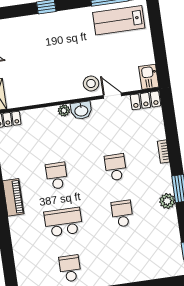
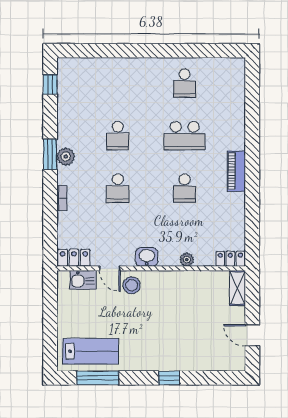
kitchen sink: (149, 77) -> (83, 280), moved, turned 90
plant: (64, 111) -> (187, 260), moved
plant: (167, 201) -> (66, 157), moved

